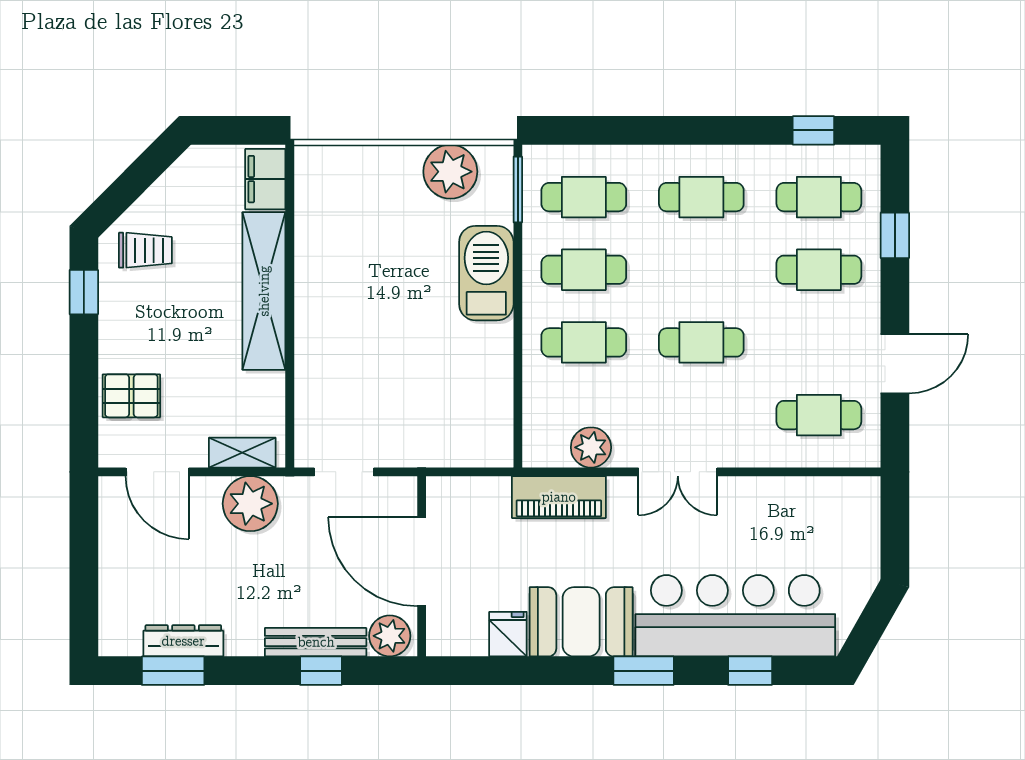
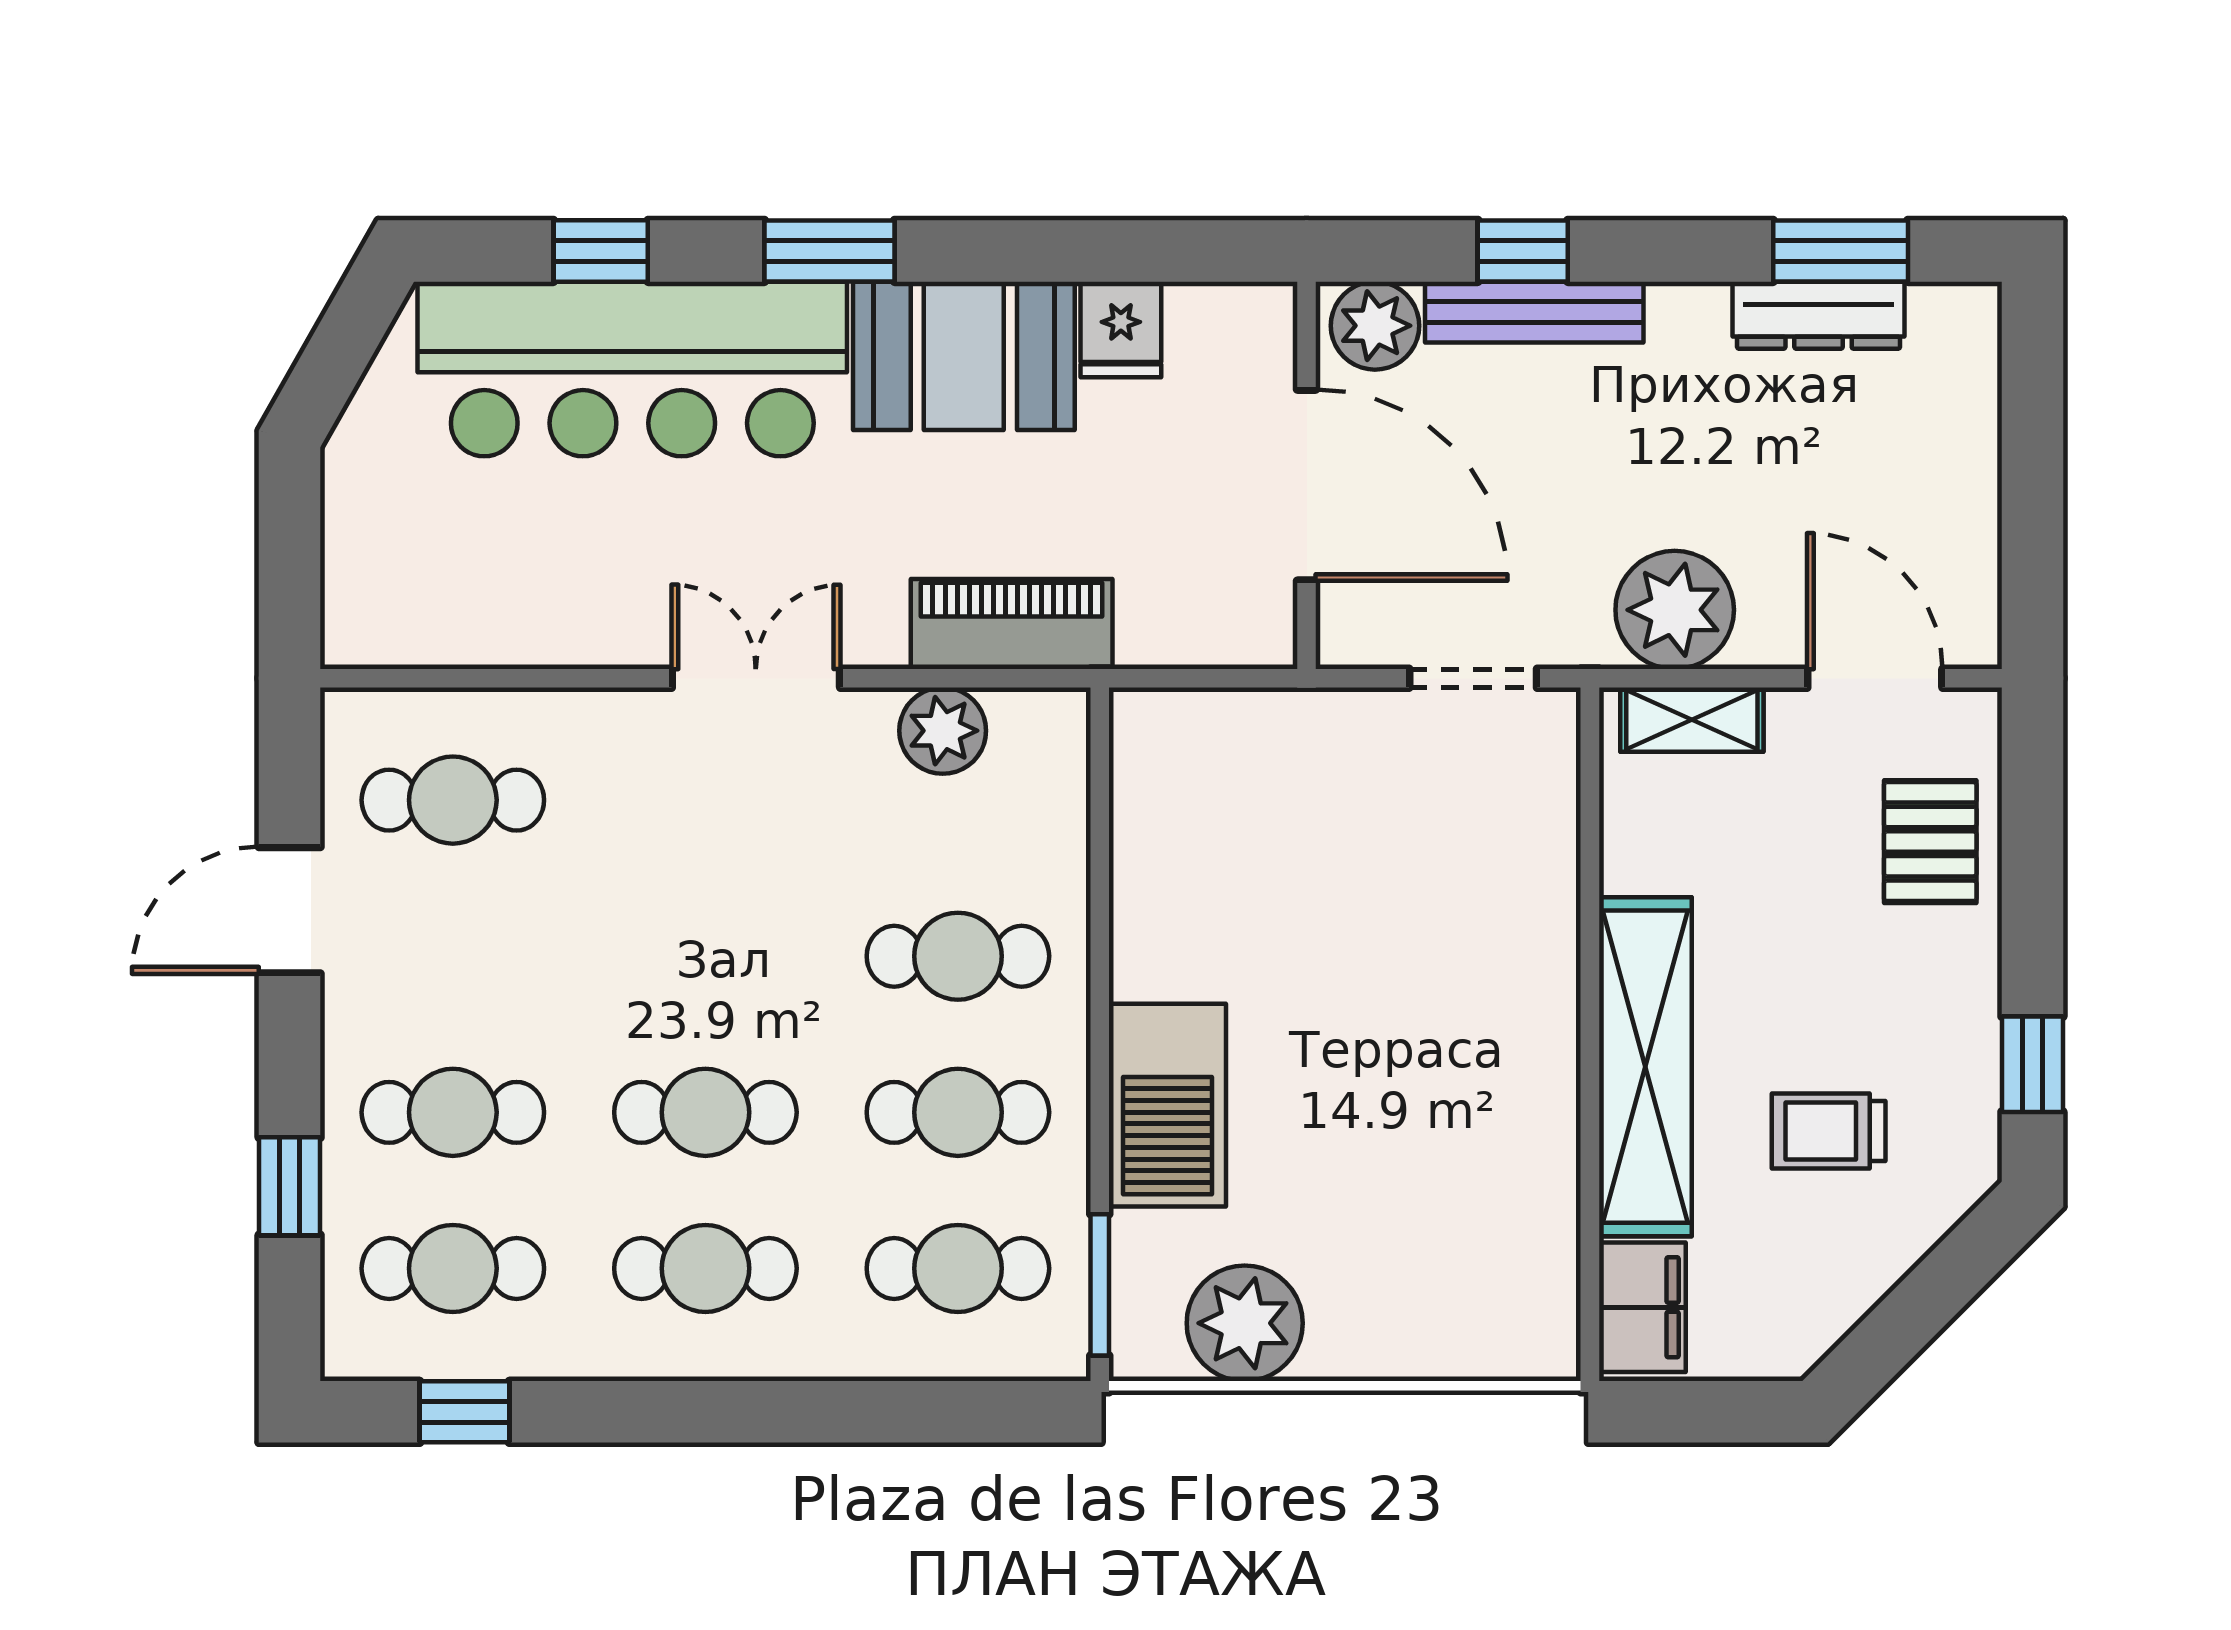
trolley: (145, 250) -> (1829, 1131), moved
cafe table: (701, 342) -> (705, 1112), moved
pallet: (131, 396) -> (1930, 842), turned 90

